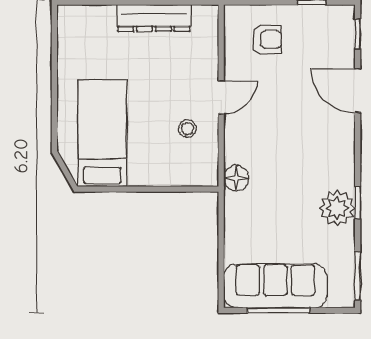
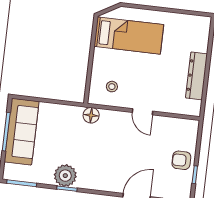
armchair: (267, 40) -> (181, 160), moved, turned 90
stool: (187, 129) -> (112, 87), moved

